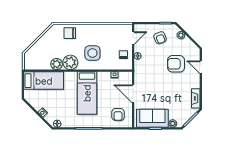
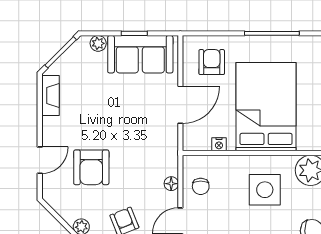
armchair: (176, 64) -> (91, 167), turned 90
door: (201, 67) -> (40, 160), hinge flipped
bed: (87, 93) -> (266, 107), width x1.50
door: (133, 94) -> (180, 105), hinge flipped

